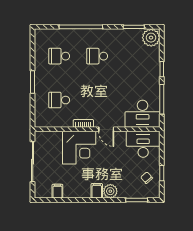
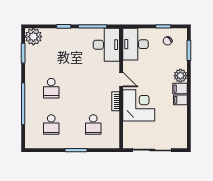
door: (106, 129) -> (121, 79), hinge flipped
filing cabinet: (57, 191) -> (180, 100), moved

